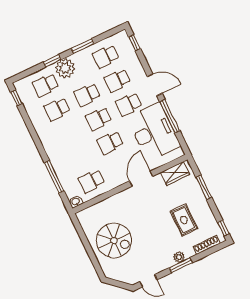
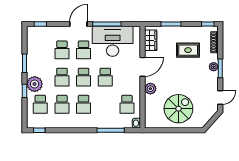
school desk: (106, 56) -> (84, 104), moved
door: (141, 179) -> (143, 67), swing flipped
plant: (121, 199) -> (150, 89), added

